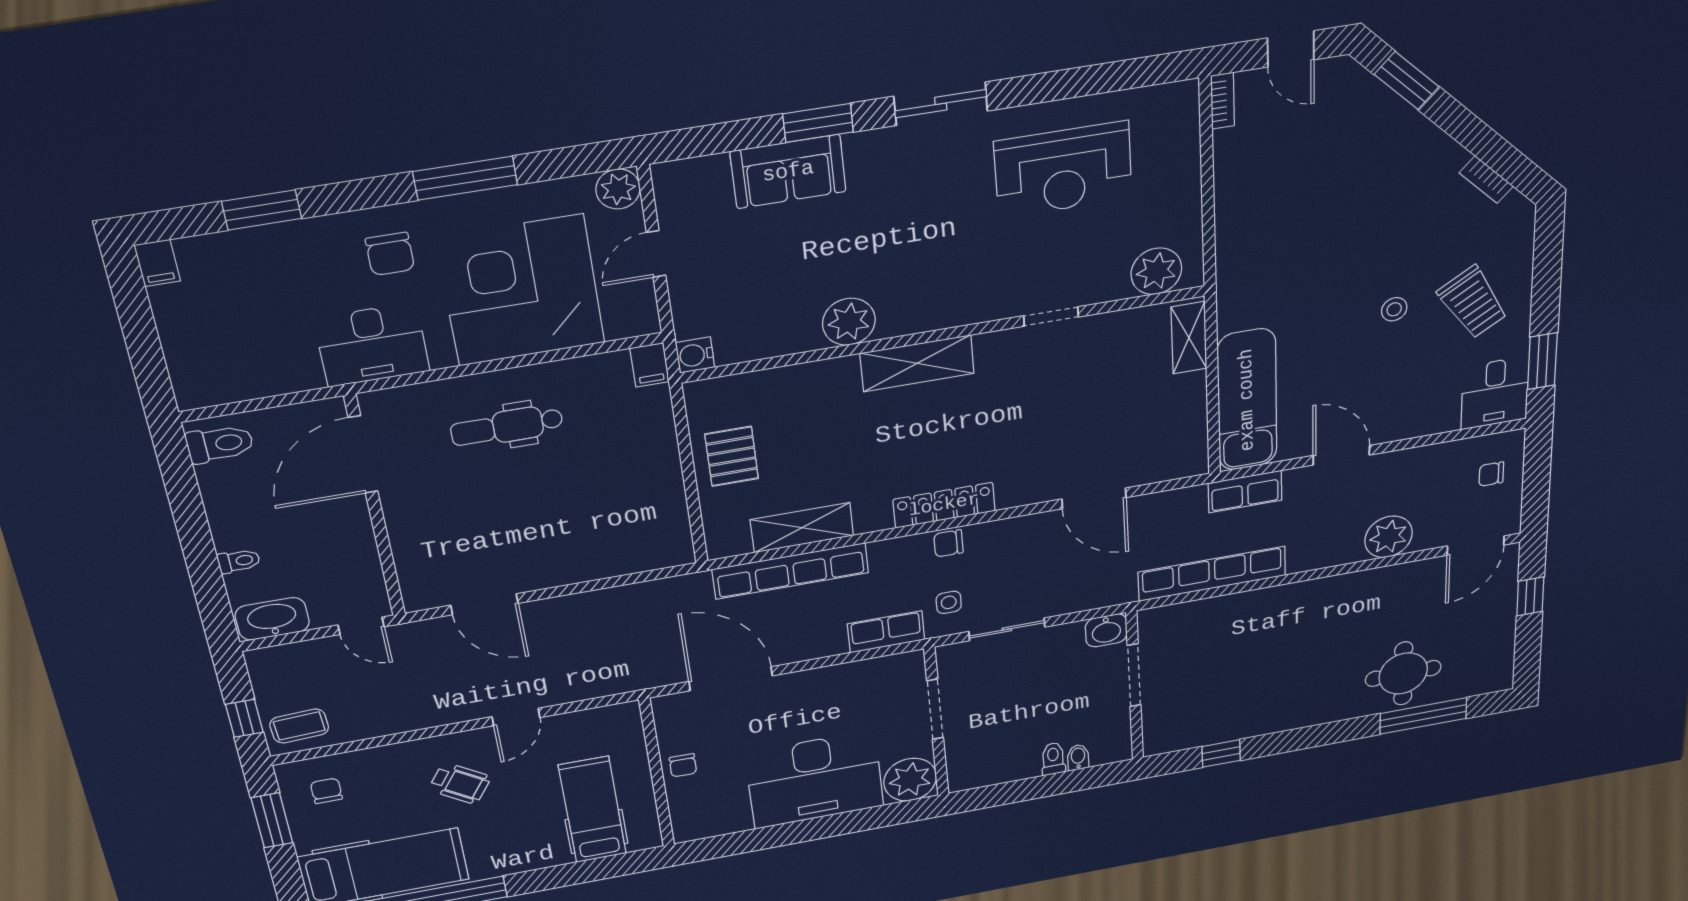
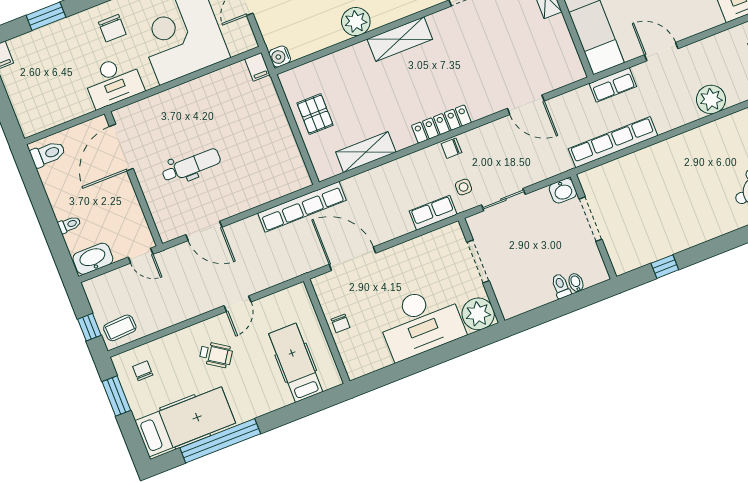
dental chair: (507, 426) -> (191, 166), moved, turned 180
row of seats: (791, 571) -> (302, 207), moved

